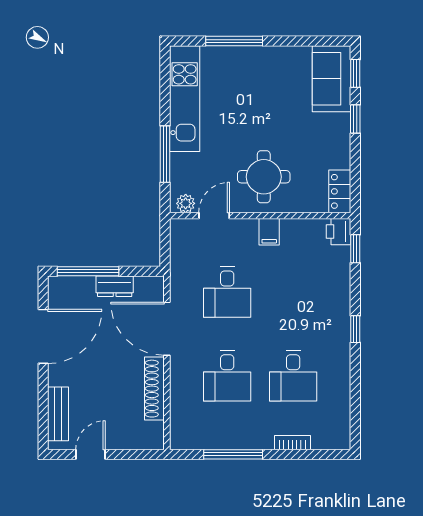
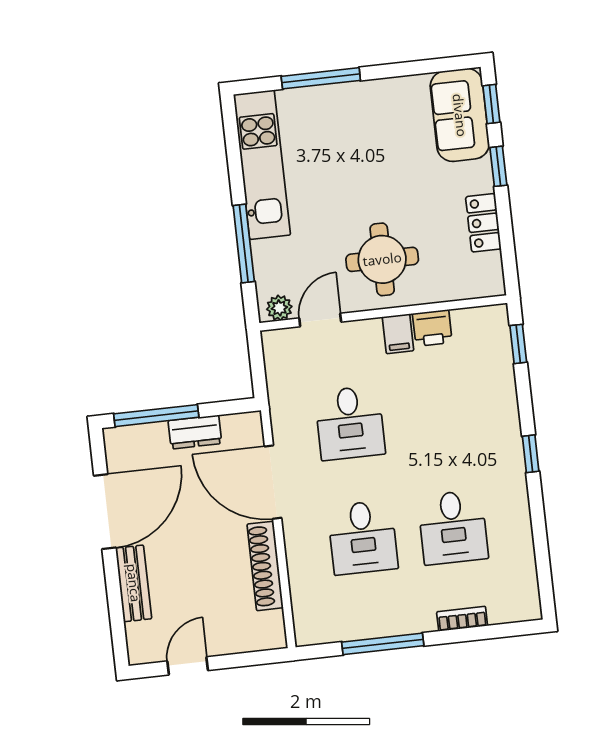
locker: (340, 191) -> (483, 223), moved
printer: (338, 232) -> (432, 328), moved, turned -90
bench: (58, 414) -> (134, 583), moved

